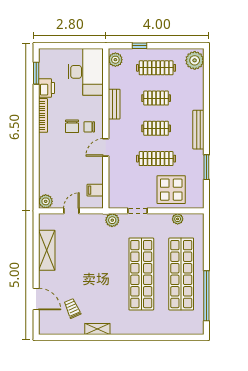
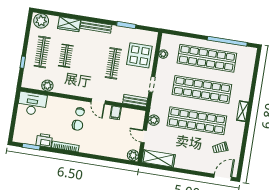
plant: (115, 60) -> (47, 86), moved
desk: (86, 72) -> (32, 104), width x0.73, depth x0.77
wardrobe: (196, 96) -> (69, 24), added
bench: (114, 104) -> (135, 101), moved
clothes rail: (156, 128) -> (90, 60), removed
filing cabinet: (95, 190) -> (116, 113), moved
plant: (112, 220) -> (154, 120), moved
shelving: (47, 250) -> (158, 158), moved
shop shelf: (101, 274) -> (197, 121), added
door: (36, 299) -> (223, 177), moved
shelving: (97, 329) -> (243, 111), moved

